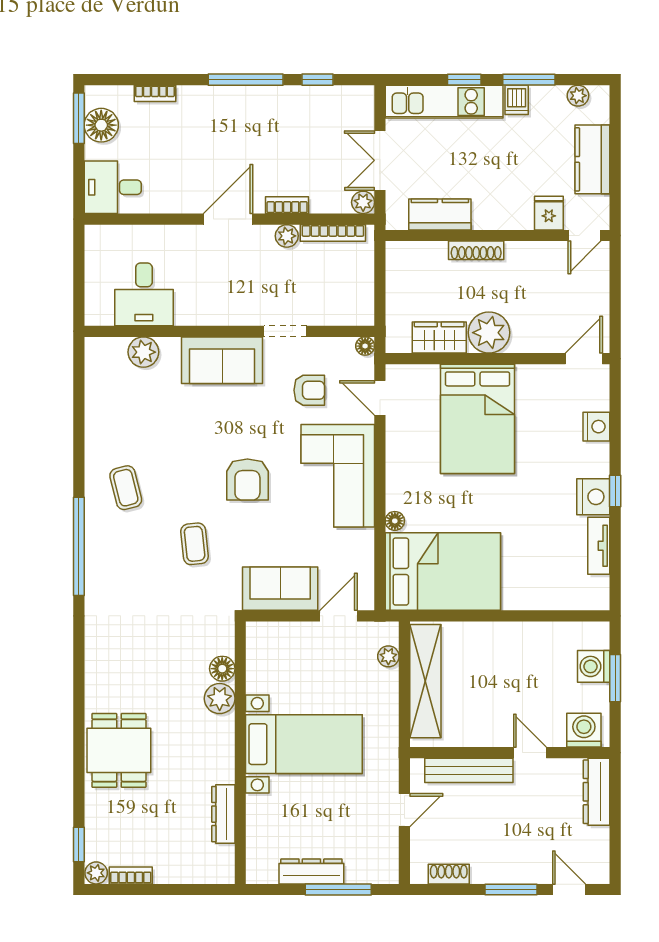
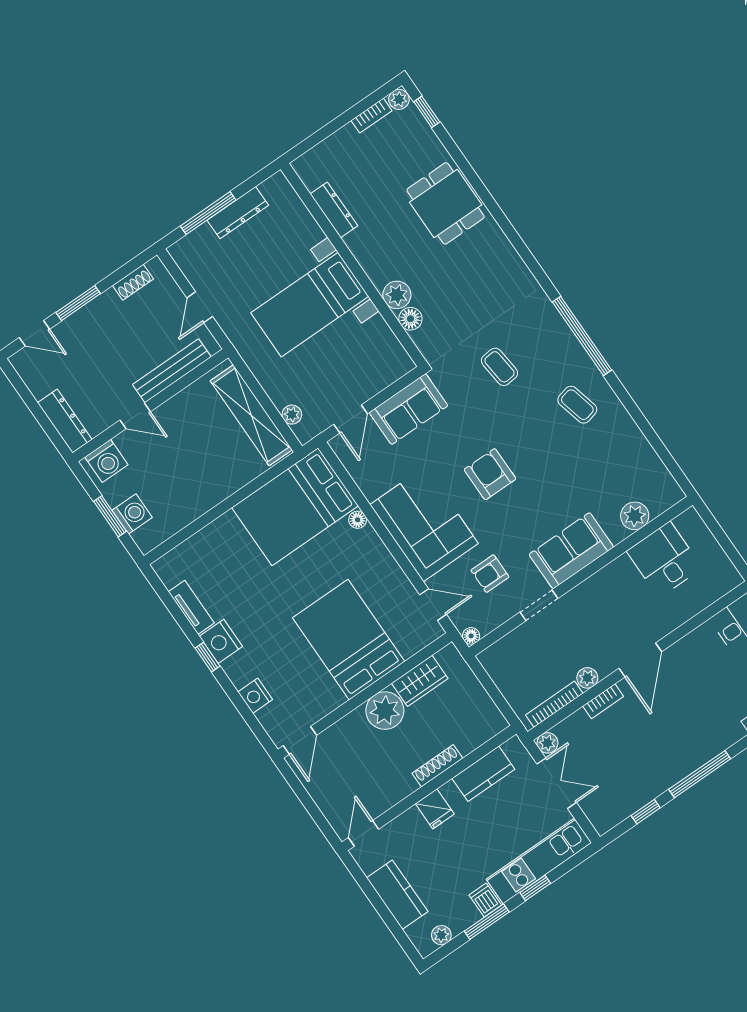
fridge: (549, 213) -> (435, 809), moved
coffee table: (195, 544) -> (499, 367), moved

